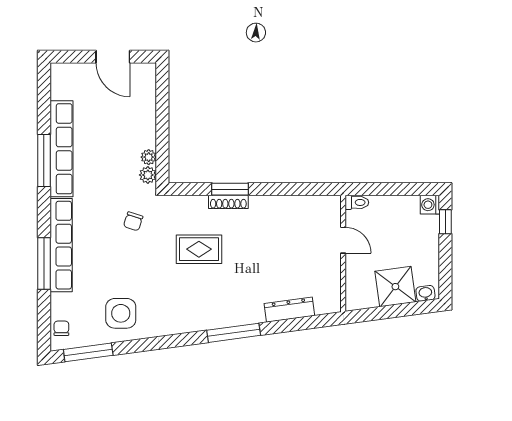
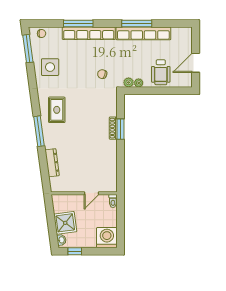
wheelchair: (130, 118) -> (161, 72), added
washing machine: (430, 205) -> (107, 238), width x1.89, depth x1.89
window: (445, 222) -> (75, 251), moved
rug: (199, 249) -> (57, 110), moved

